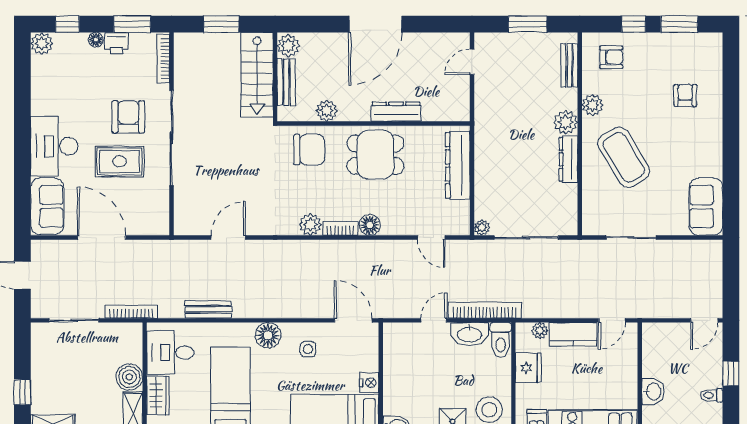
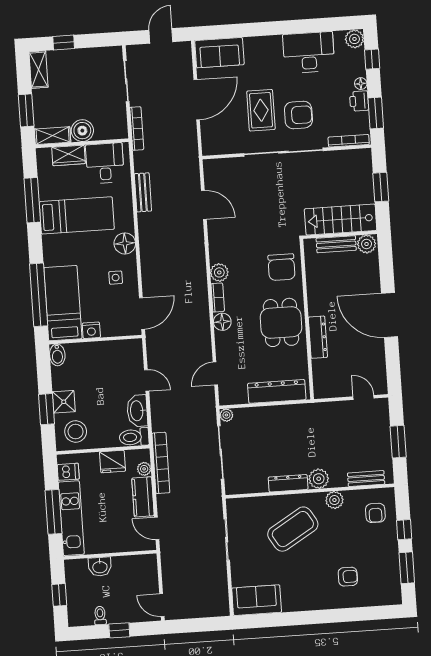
plant: (327, 111) -> (315, 279), removed
desk: (54, 146) -> (309, 52), moved
bookcase: (485, 310) -> (161, 463), moved

